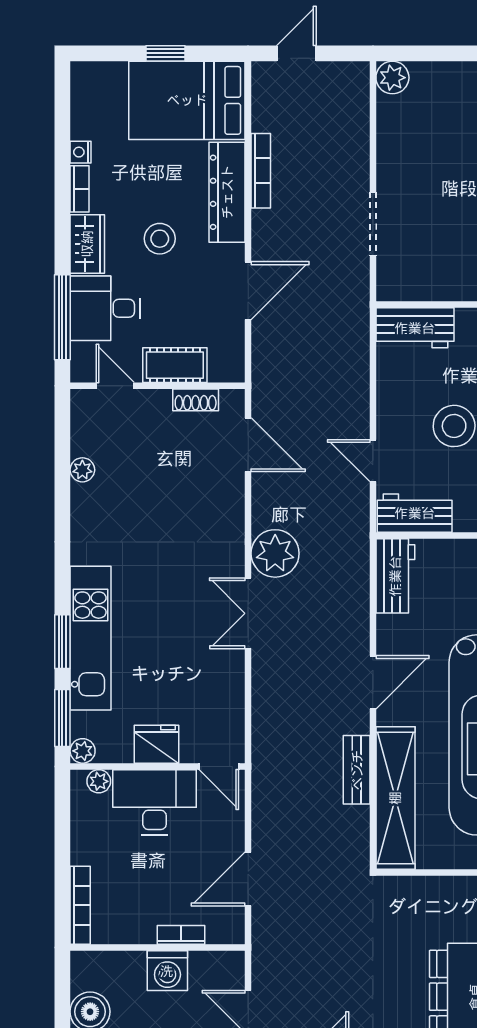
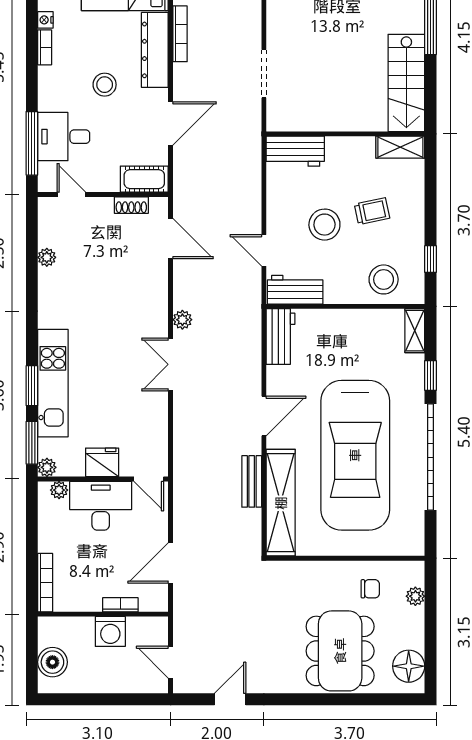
wardrobe: (87, 244) -> (50, 89), removed
cot: (175, 365) -> (144, 179), moved
plant: (275, 553) -> (182, 320), width x0.53, depth x0.53

